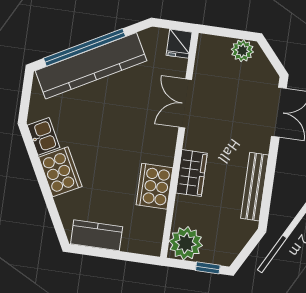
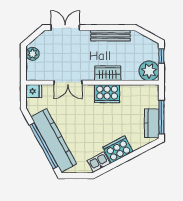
cooker: (154, 186) -> (107, 94), moved
window: (105, 253) -> (161, 117), added

